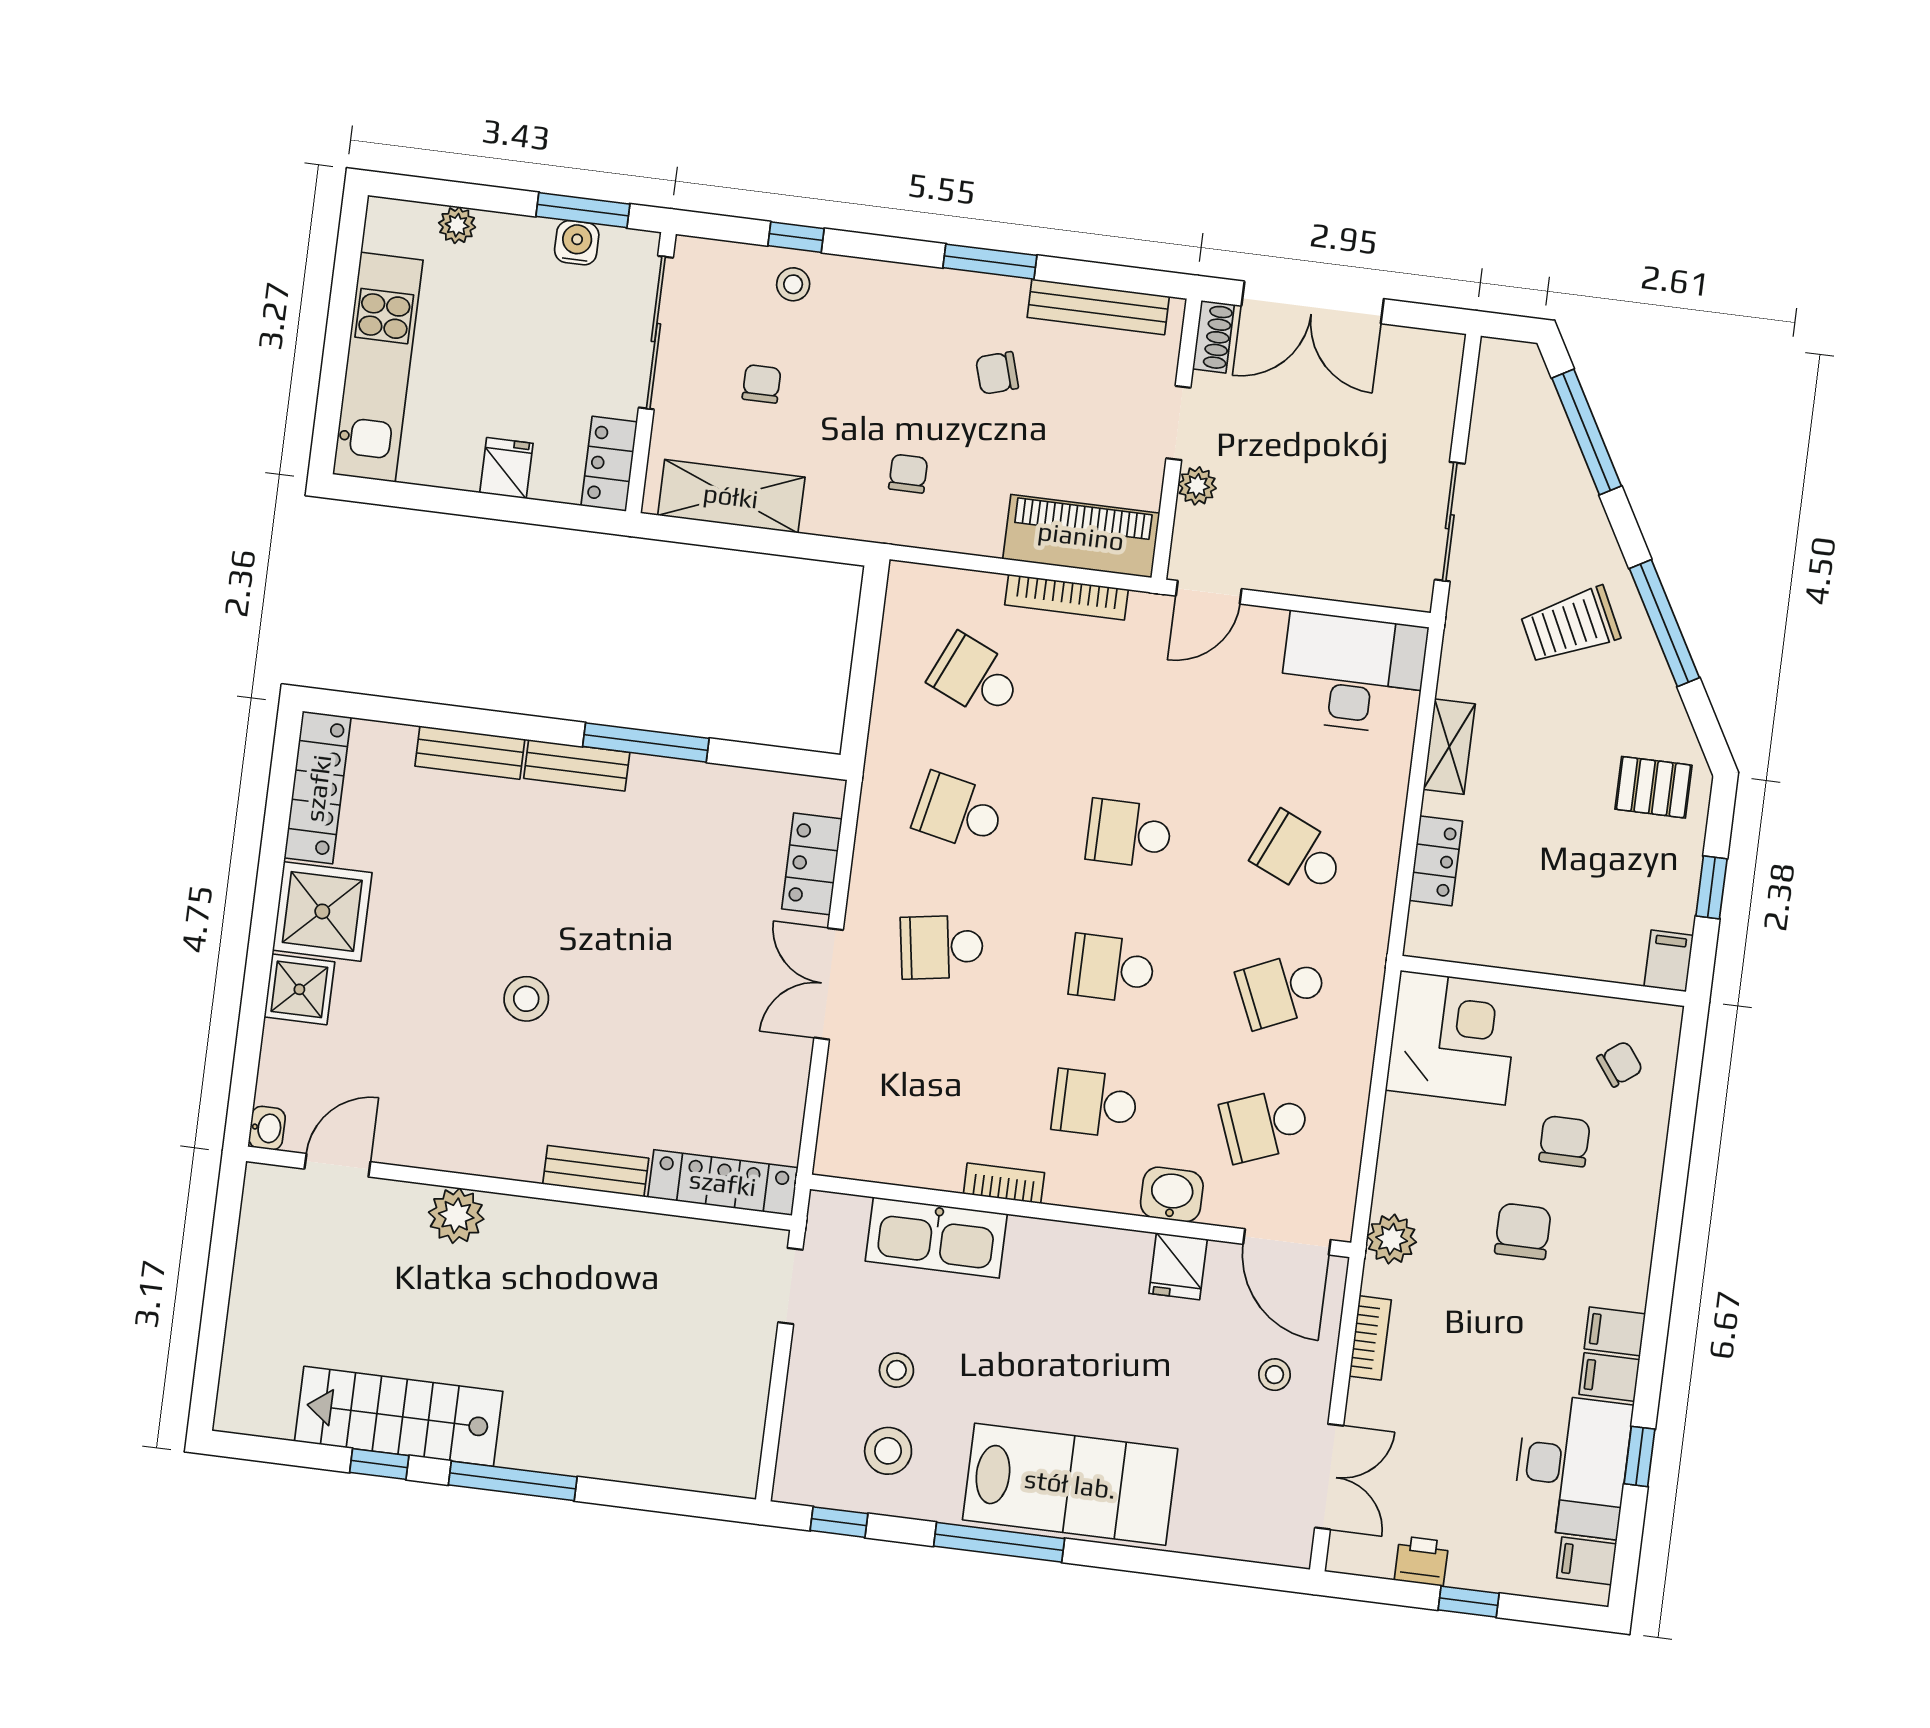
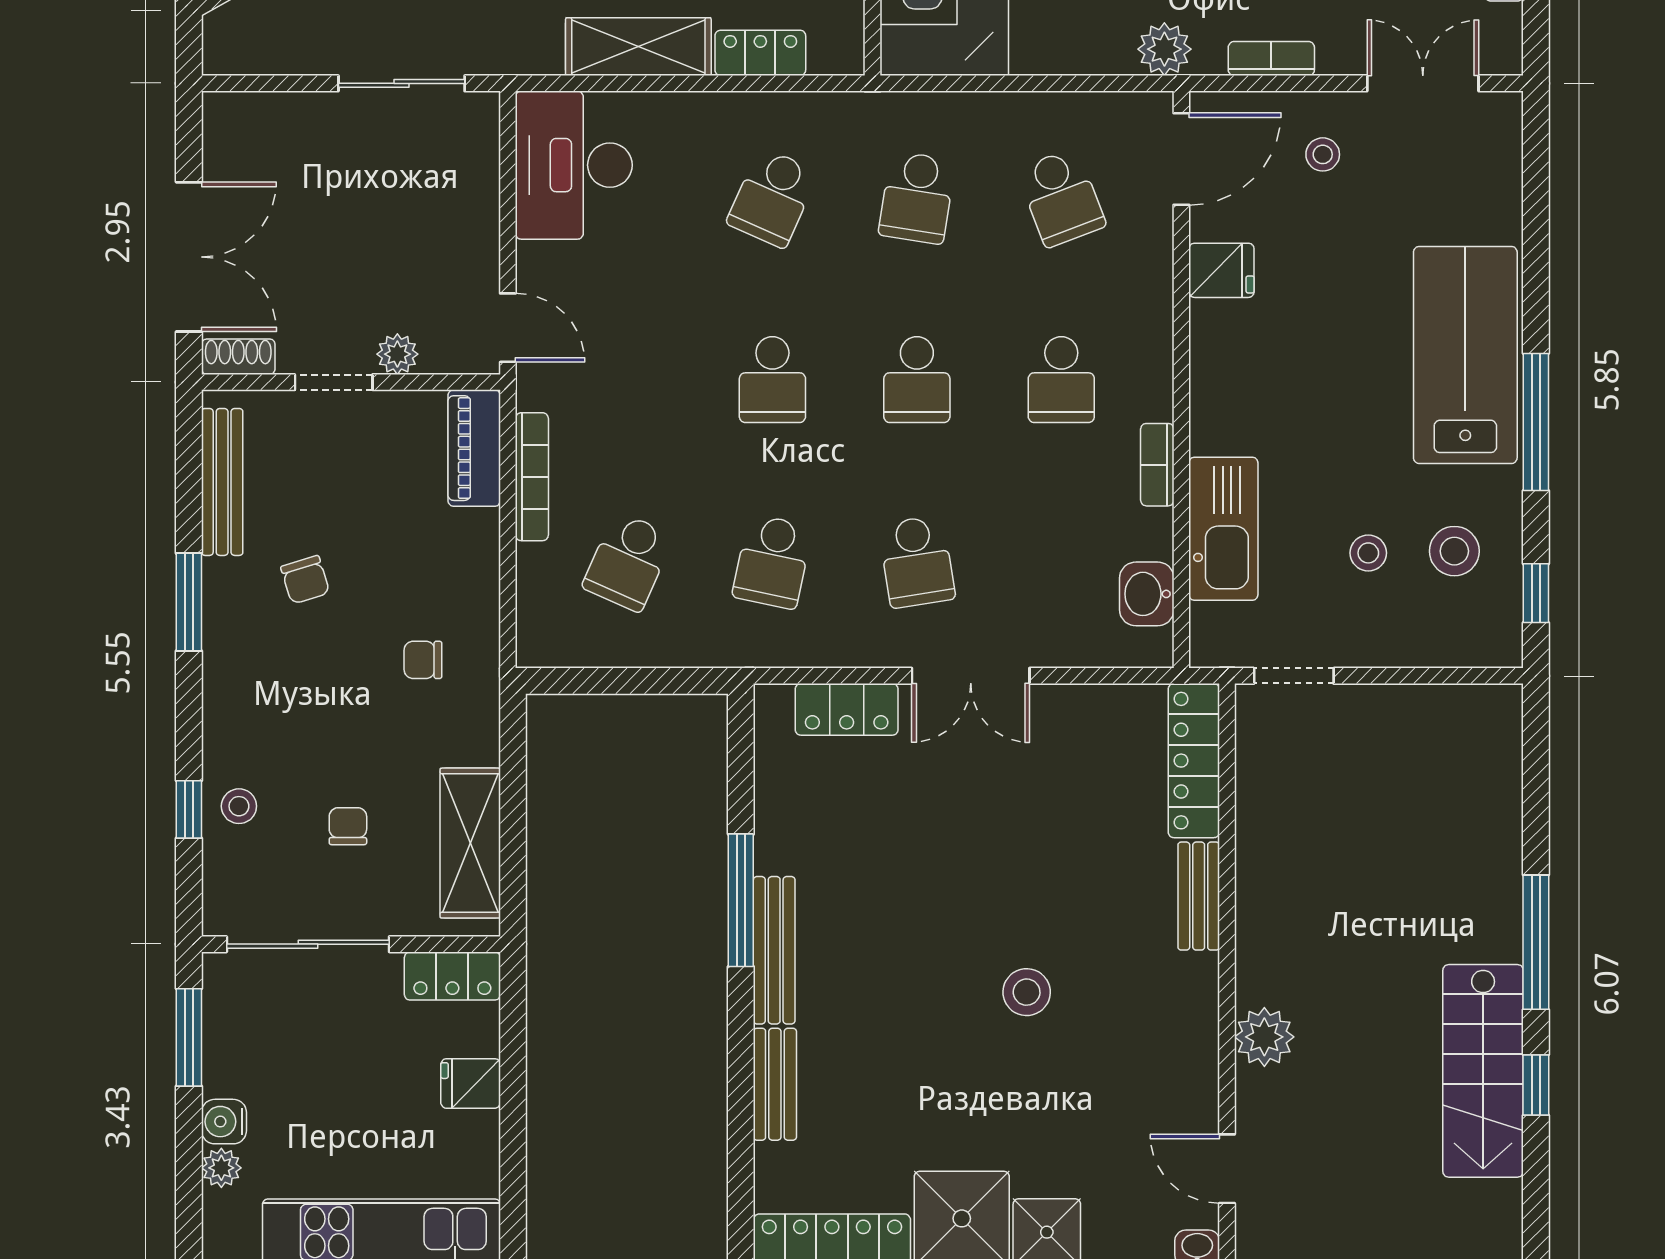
water cooler: (577, 243) -> (224, 1122), moved
chair: (762, 384) -> (348, 826), turned 90
piano: (1081, 536) -> (474, 448), width x0.73, depth x0.75
shelving: (1449, 747) -> (638, 47), width x1.50, depth x1.33
bench: (577, 765) -> (774, 950), width x1.36
school desk: (1282, 990) -> (917, 198), turned 33
washbasin: (1172, 1194) -> (1147, 594), moved

